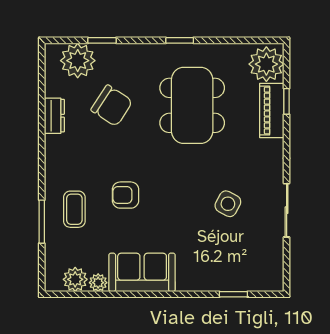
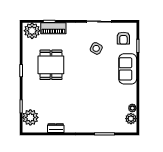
dining table: (192, 105) -> (51, 65), width x0.73
chair: (112, 106) -> (51, 102), removed
armchair: (126, 195) -> (123, 38), moved
coffee table: (74, 209) -> (99, 119), removed
sofa: (142, 272) -> (128, 69), moved

